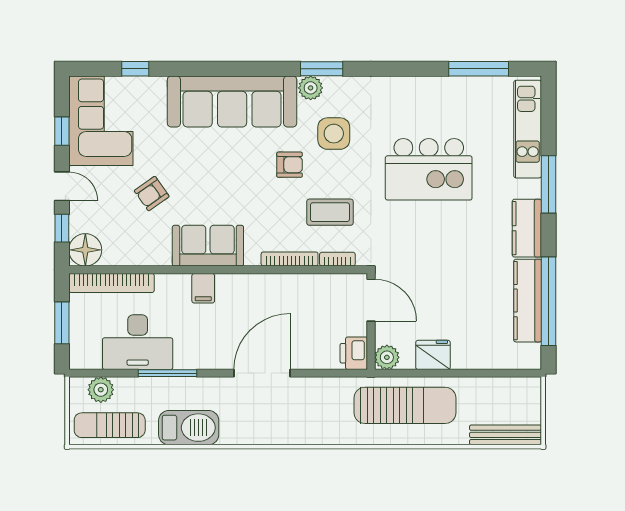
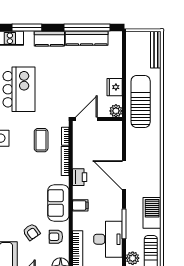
armchair: (290, 165) -> (56, 237), moved, turned -90
printer: (354, 353) -> (80, 177), moved, turned -90

